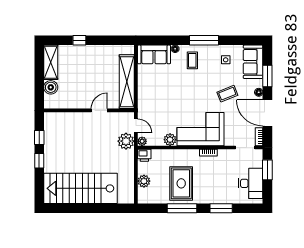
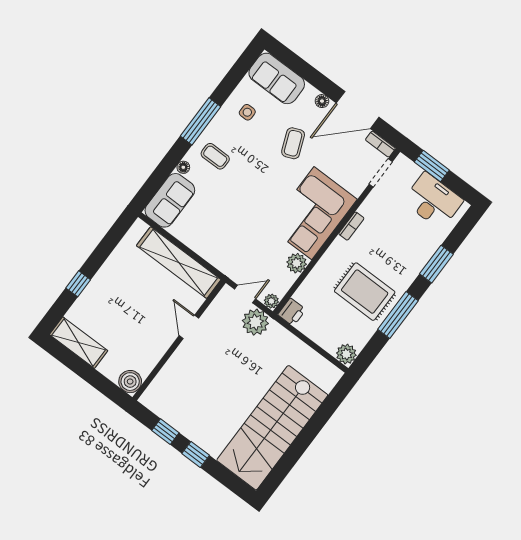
window: (267, 76) -> (309, 74), removed
boiler: (51, 87) -> (130, 382), moved
plant: (144, 181) -> (346, 354), moved

